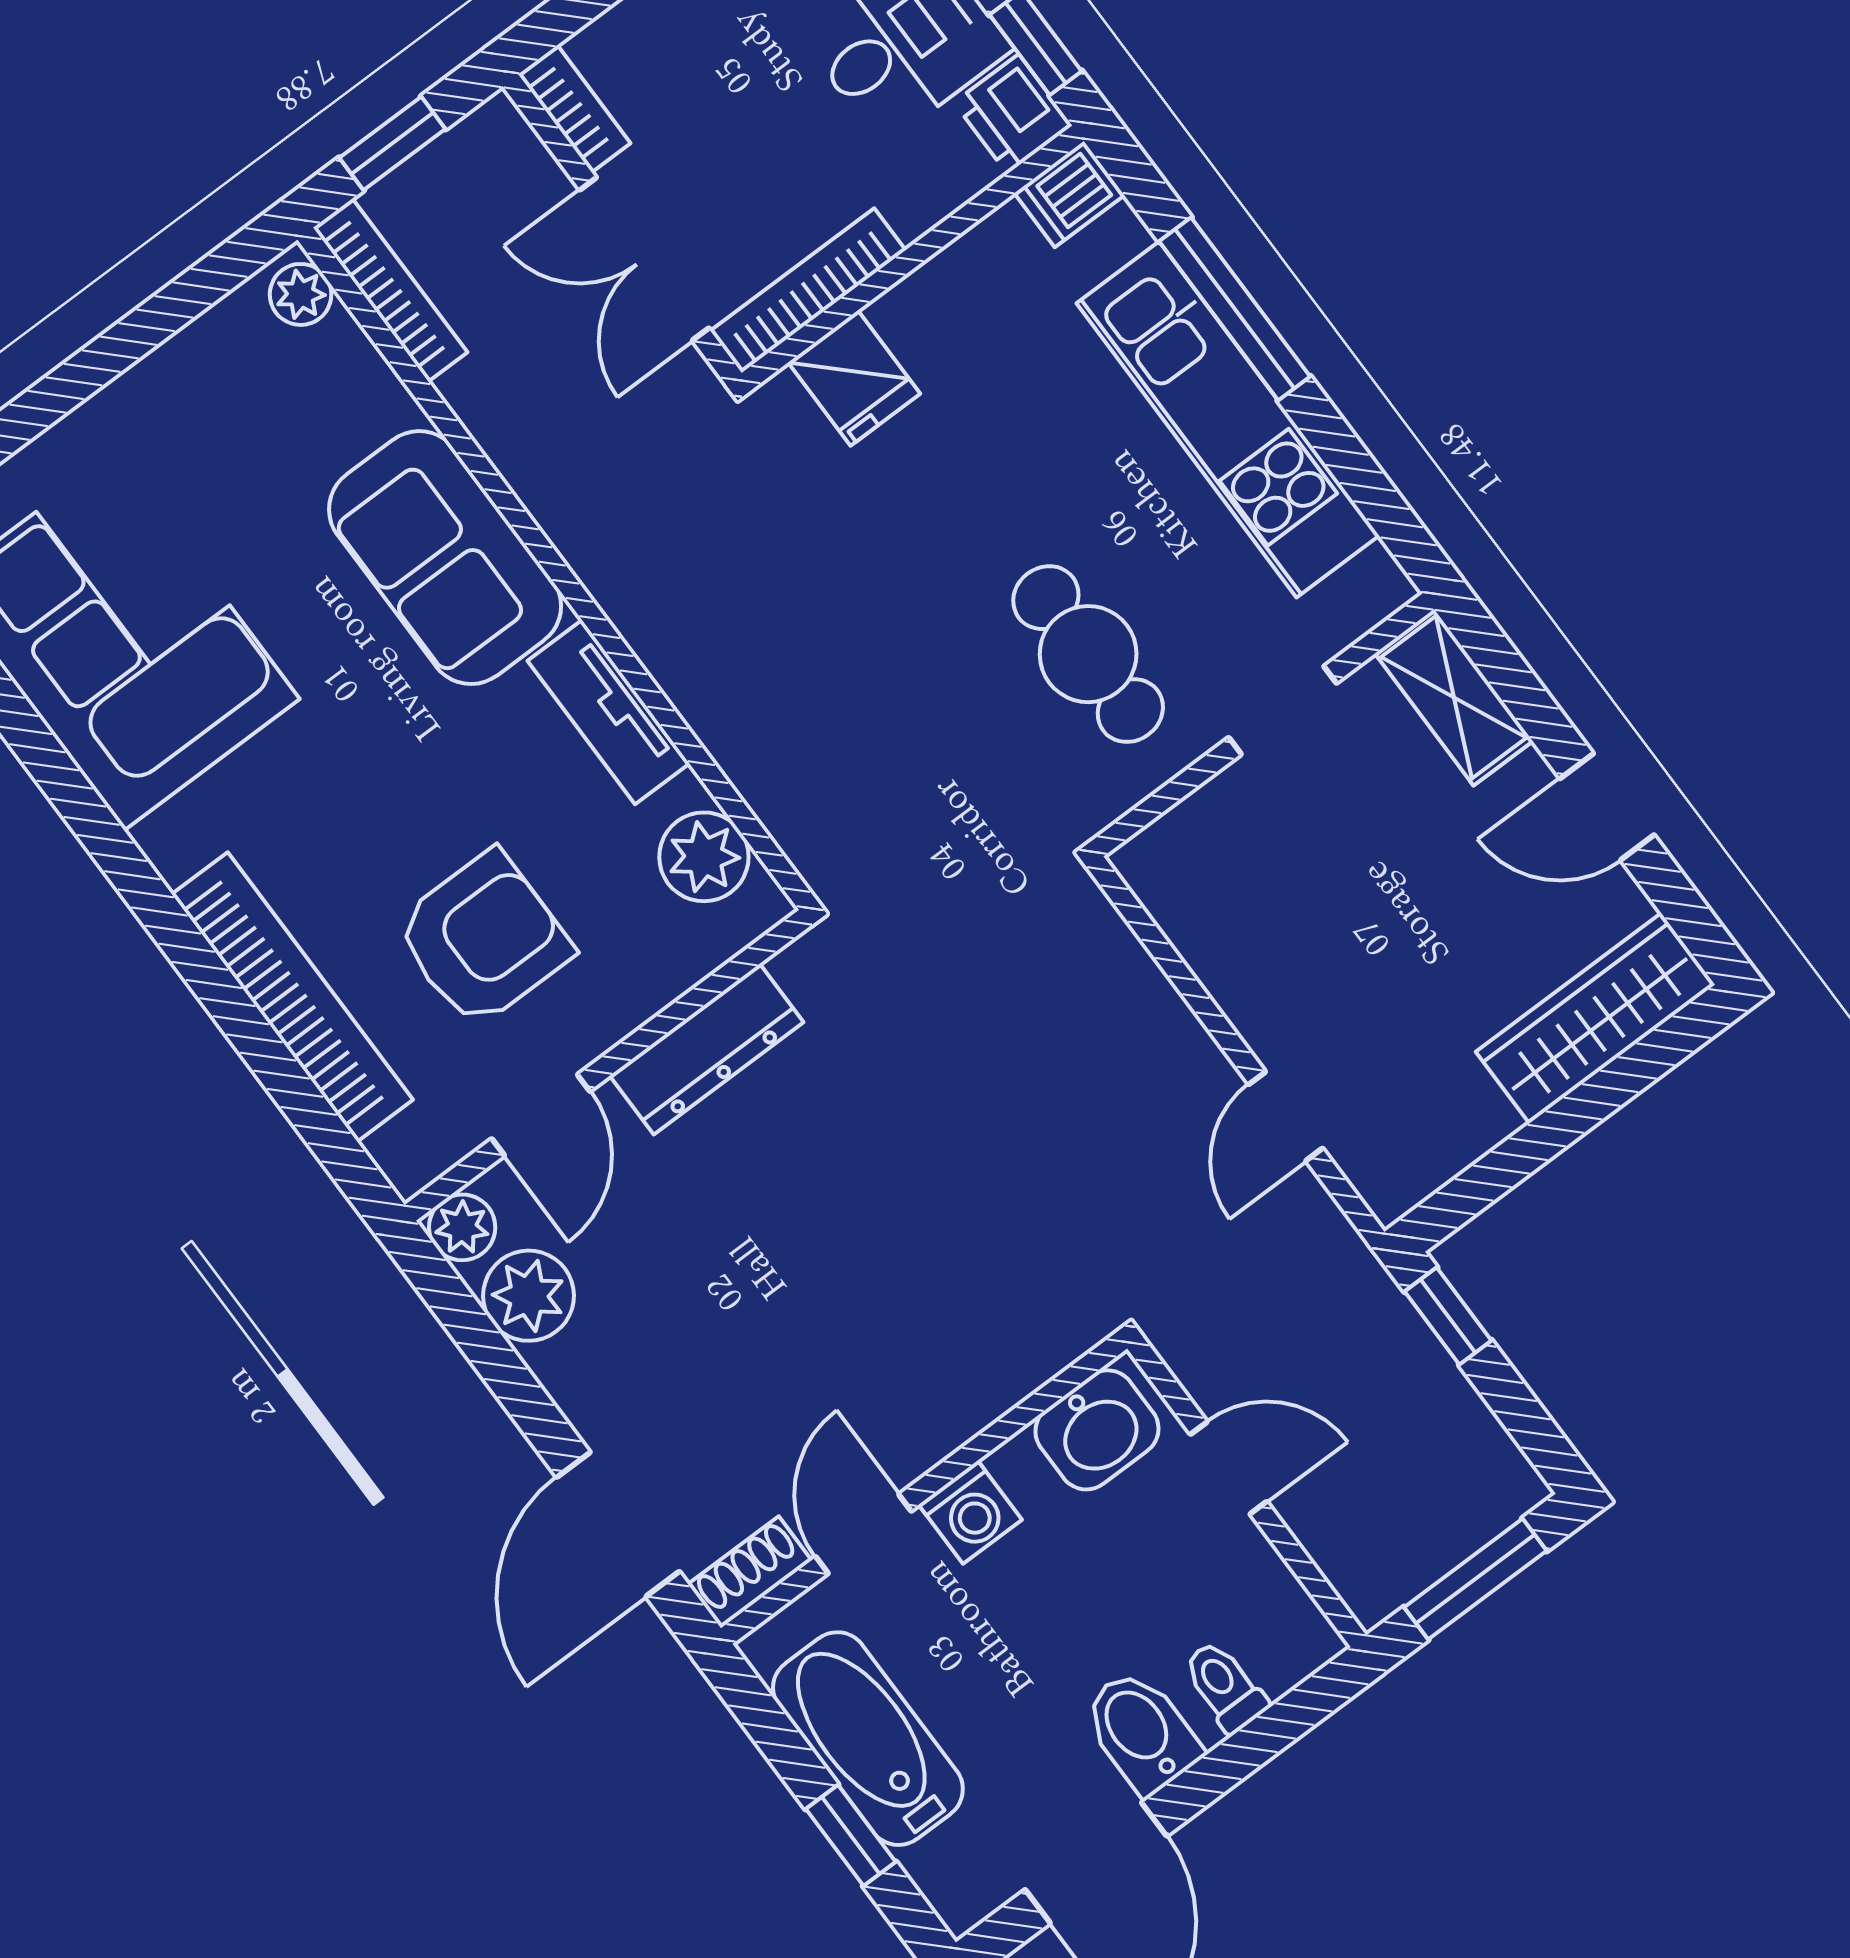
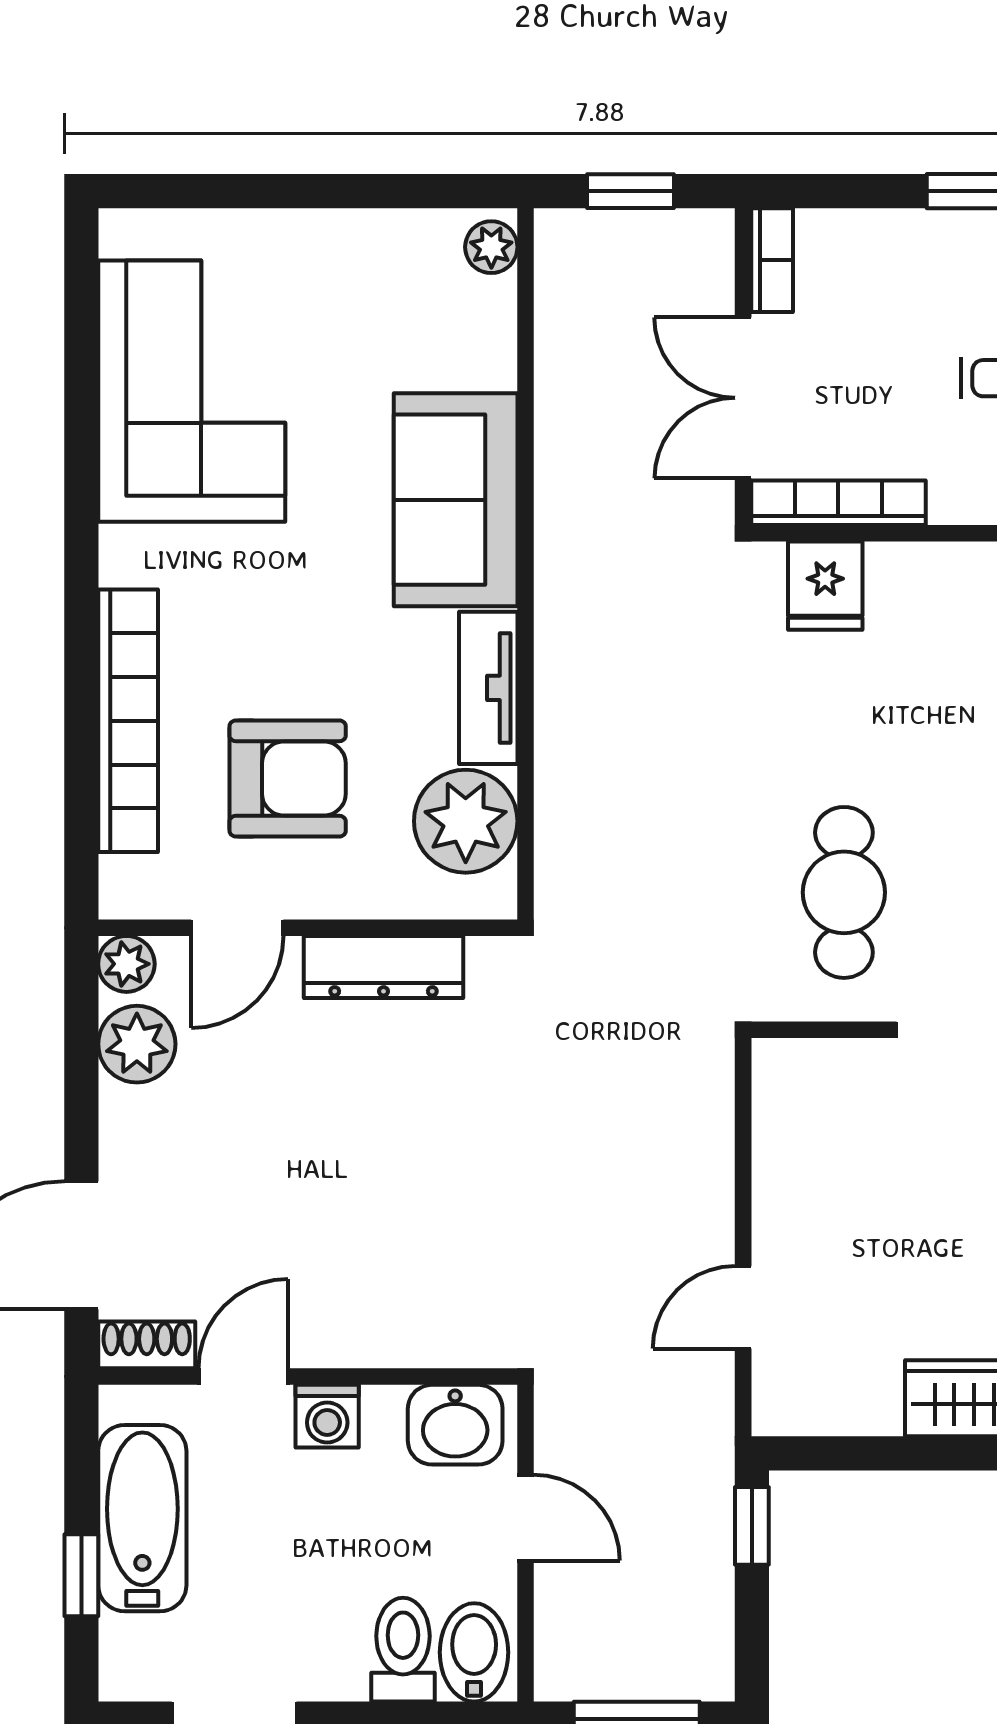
bookcase: (390, 290) -> (555, 290), removed
plant: (704, 857) -> (466, 821), width x1.36, depth x1.36
toilet: (1225, 1686) -> (403, 1650), width x1.37, depth x1.39
bidet: (1141, 1731) -> (474, 1652), moved

